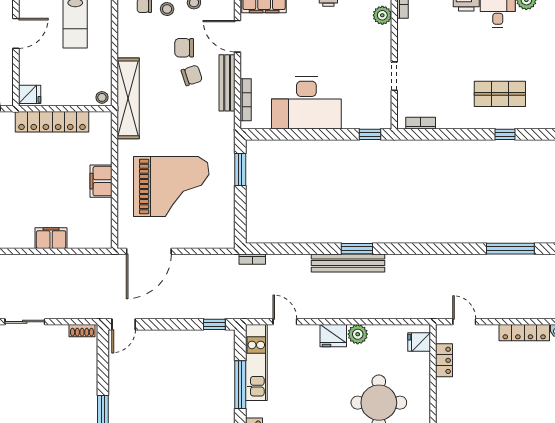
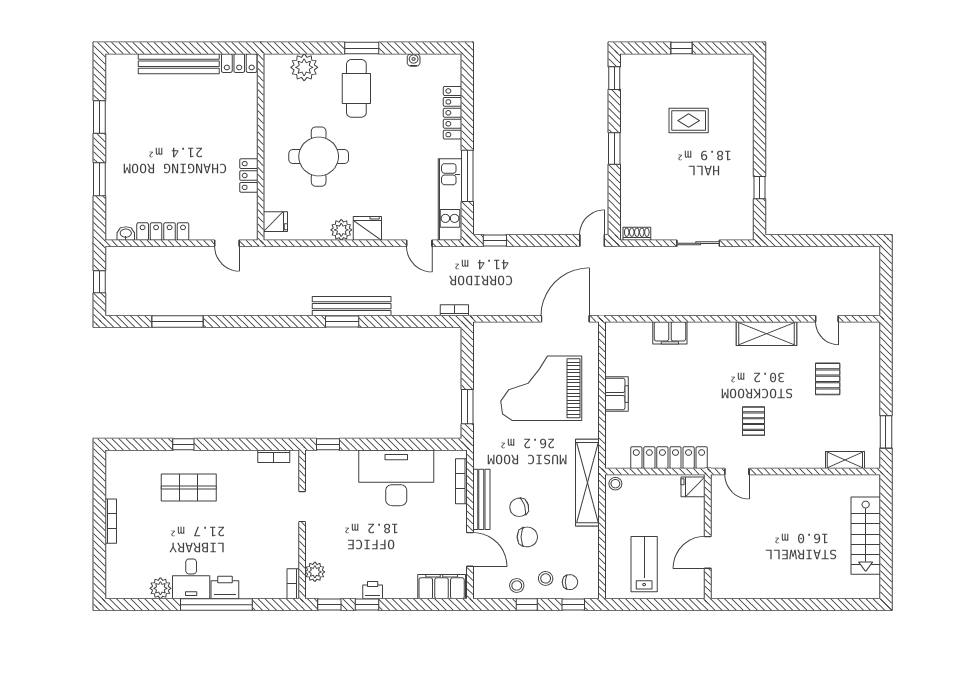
locker: (444, 360) -> (249, 176), moved

